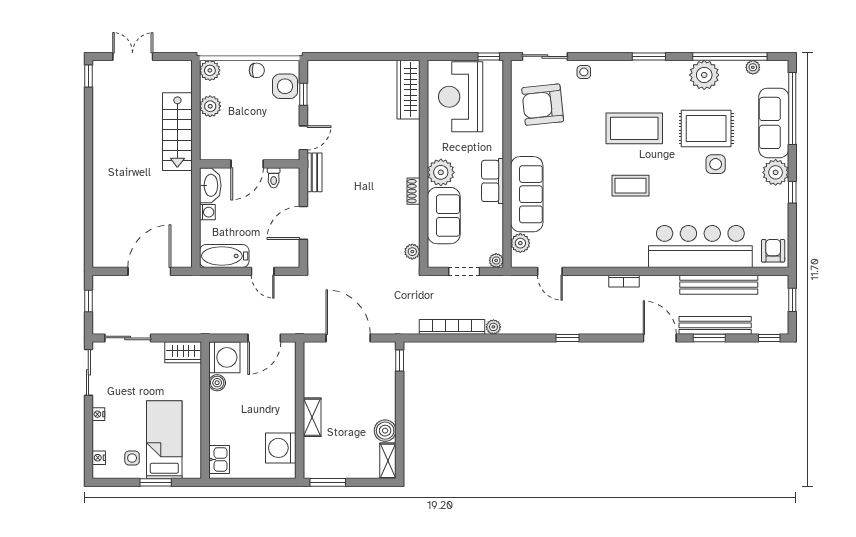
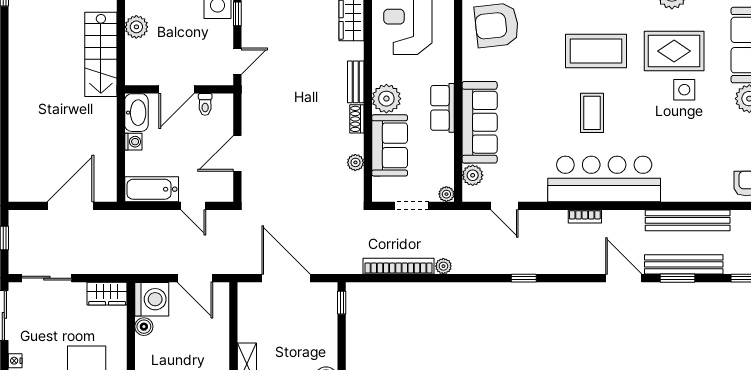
bench: (314, 172) -> (356, 82), moved
coffee table: (631, 186) -> (592, 113), turned 90
bar counter: (700, 246) -> (604, 179), moved
plant: (412, 252) -> (355, 162), moved
door: (264, 338) -> (195, 278), hinge flipped

